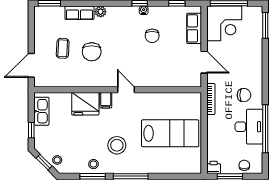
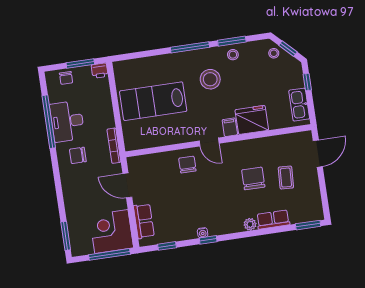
chair: (152, 36) -> (187, 165), moved

